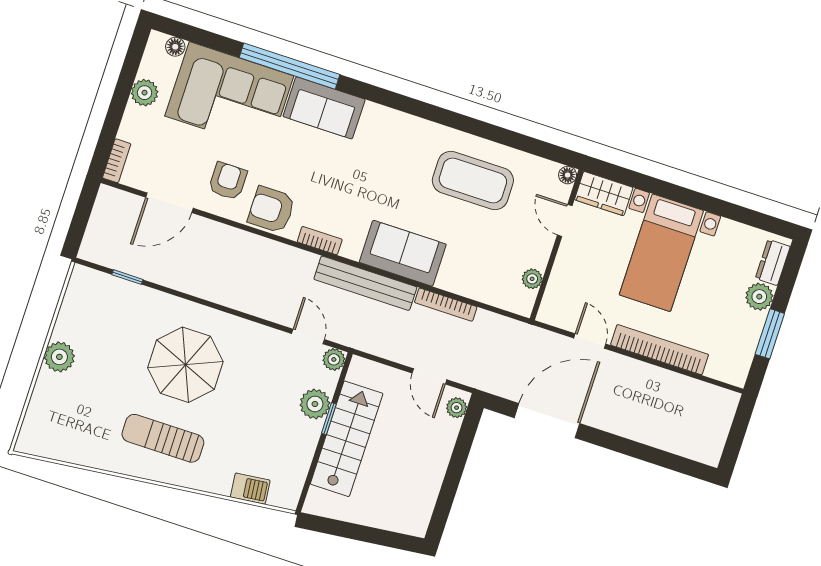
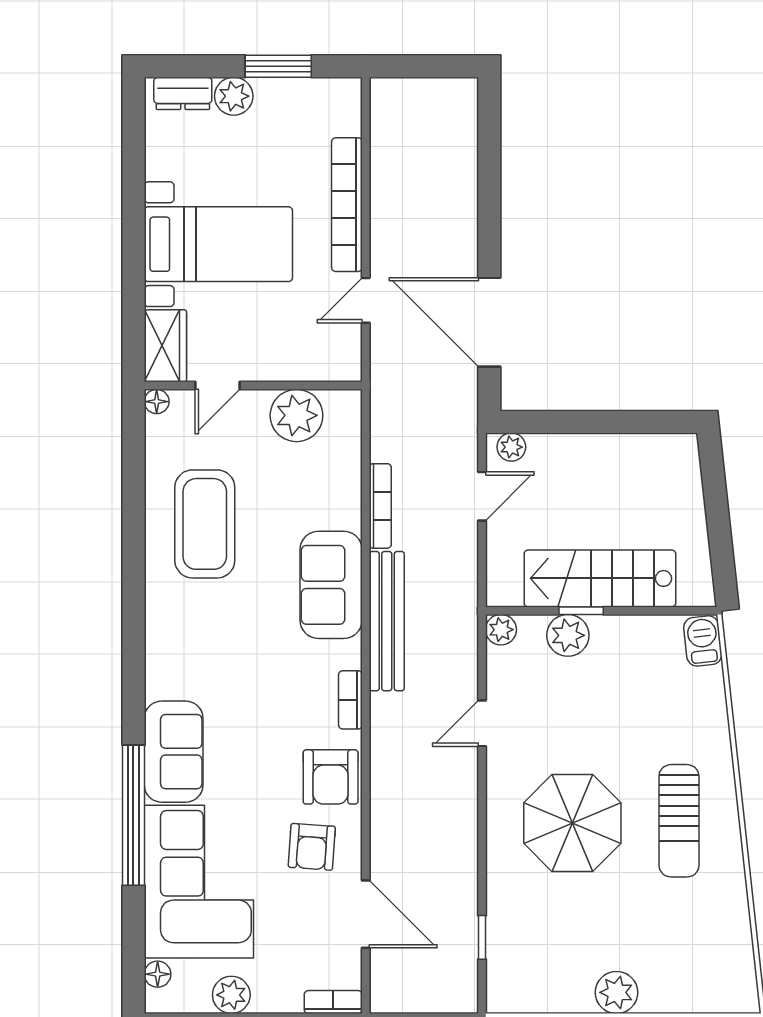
armchair: (228, 181) -> (312, 847), turned -86
plant: (532, 279) -> (296, 415), width x1.87, depth x1.87
door: (308, 337) -> (482, 723), moved
barbecue: (250, 489) -> (703, 641), moved

